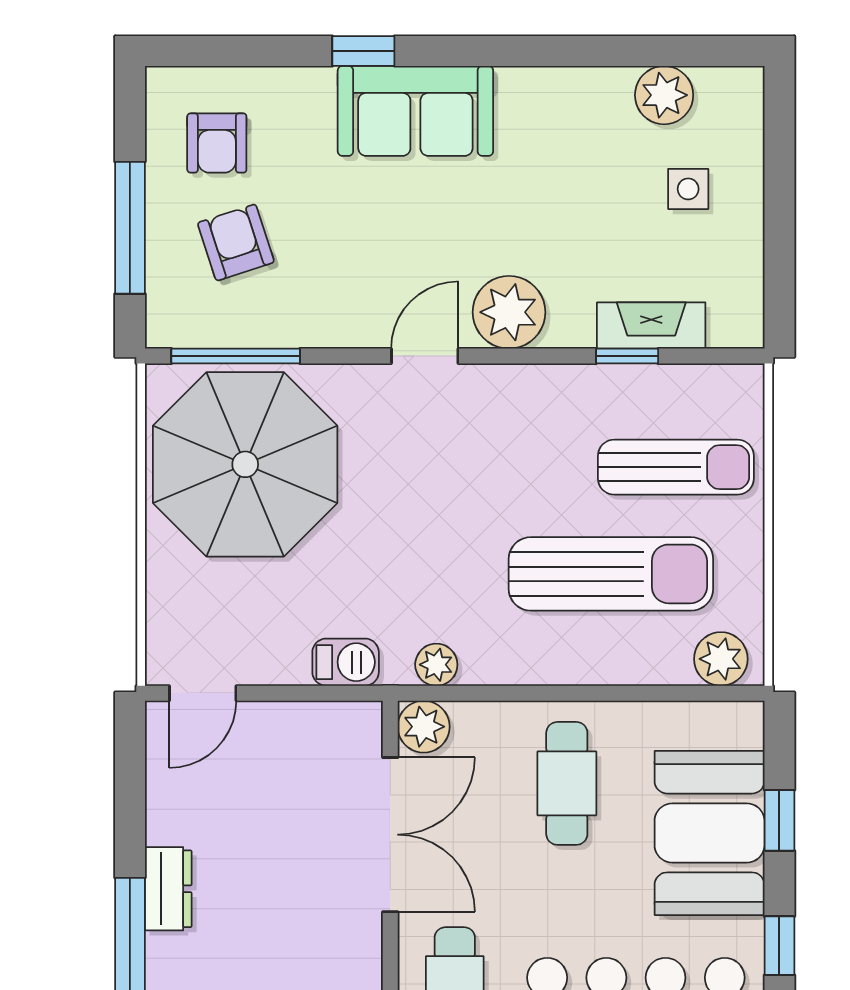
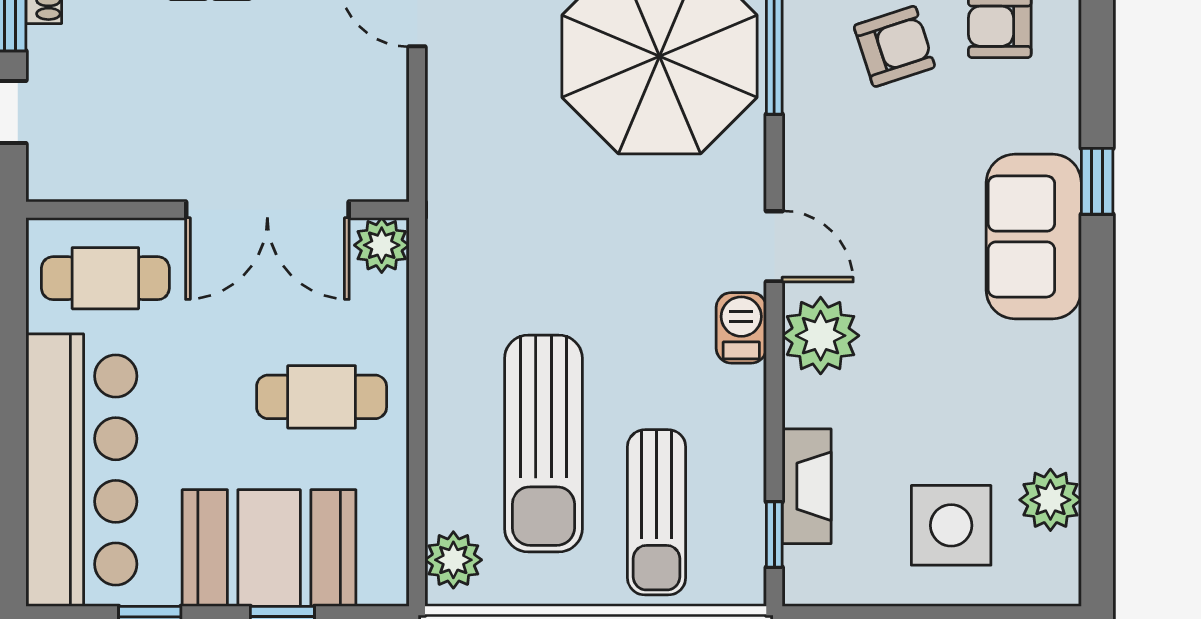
side table: (688, 189) -> (951, 525), width x1.87, depth x1.87
window: (627, 356) -> (774, 535), moved
barbecue: (346, 662) -> (741, 328), moved, turned 180
plant: (436, 665) -> (447, 259), removed

